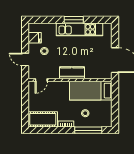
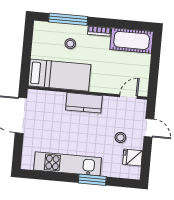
window: (74, 20) -> (92, 180), moved

